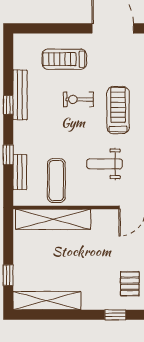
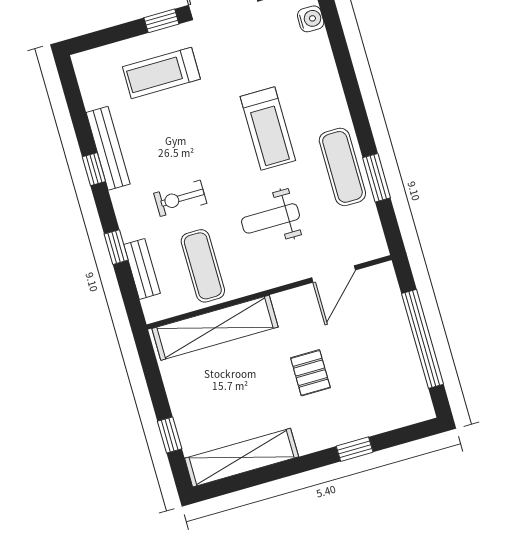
window: (73, 28) -> (161, 21), added
exercise bike: (78, 99) -> (180, 198), moved
treadmill: (118, 110) -> (268, 129), turned 180
pallet: (130, 284) -> (310, 373), moved

